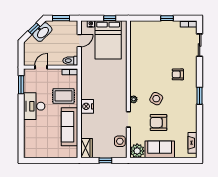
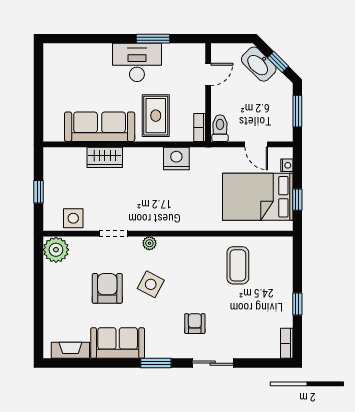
washbasin: (42, 32) -> (259, 64), moved
sliding door: (200, 45) -> (213, 363), moved
coffee table: (146, 51) -> (238, 265), added
door: (41, 67) -> (208, 75), hinge flipped
window: (21, 85) -> (153, 39), moved
nightstand: (87, 106) -> (176, 159), moved
wardrobe: (86, 148) -> (105, 157), moved
sofa: (160, 149) -> (118, 343), moved, turned -90

